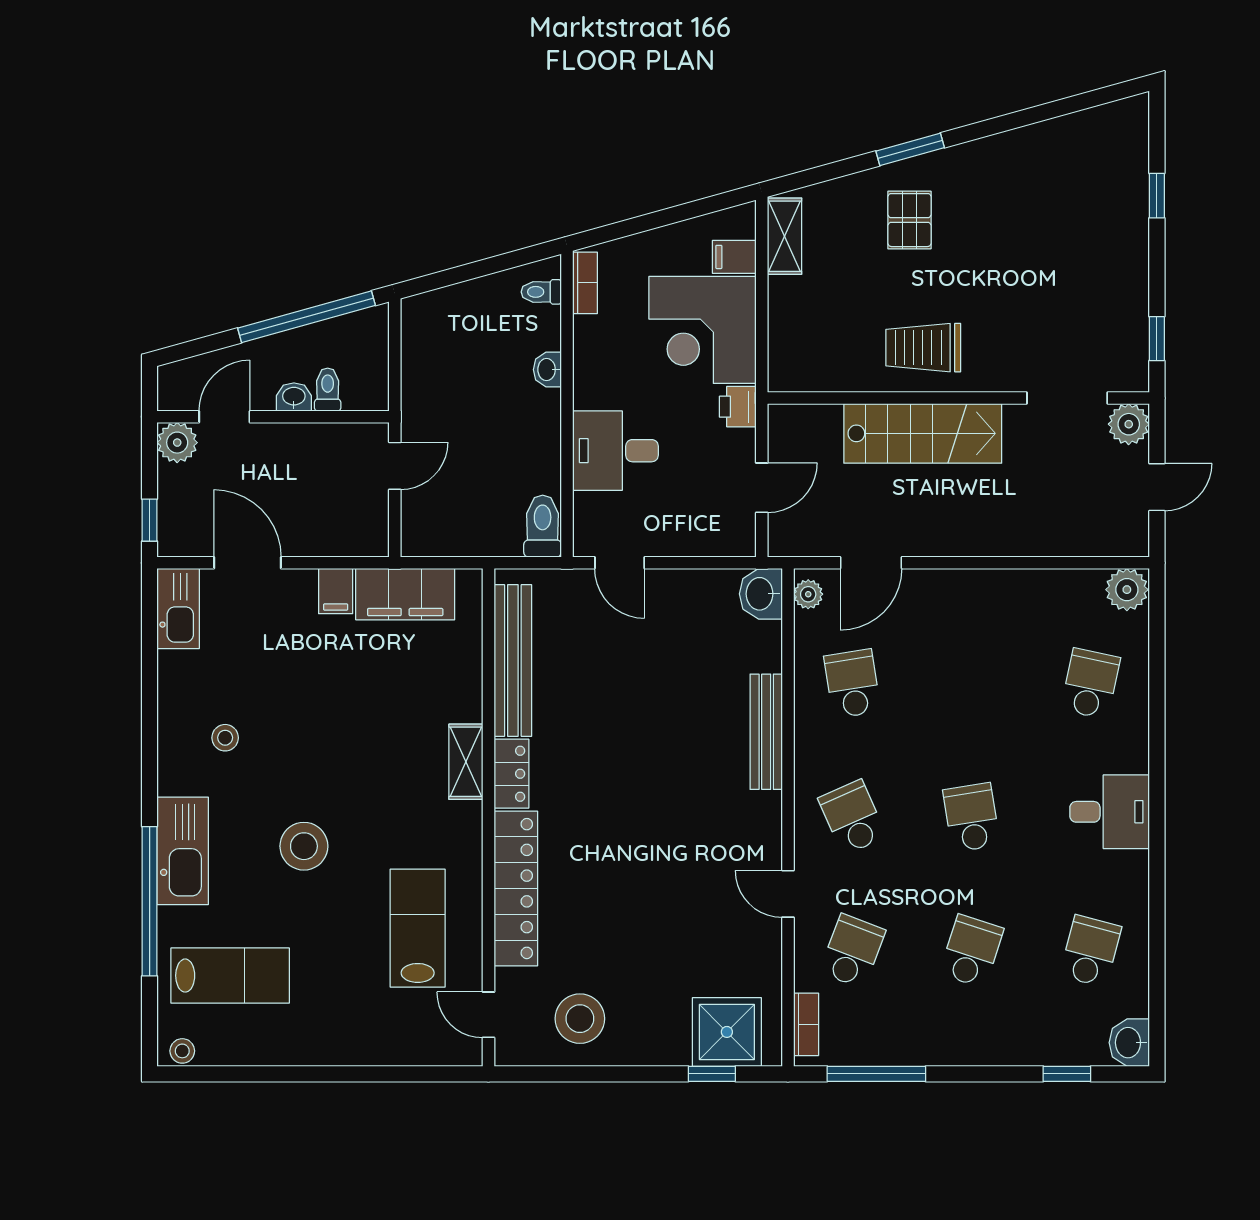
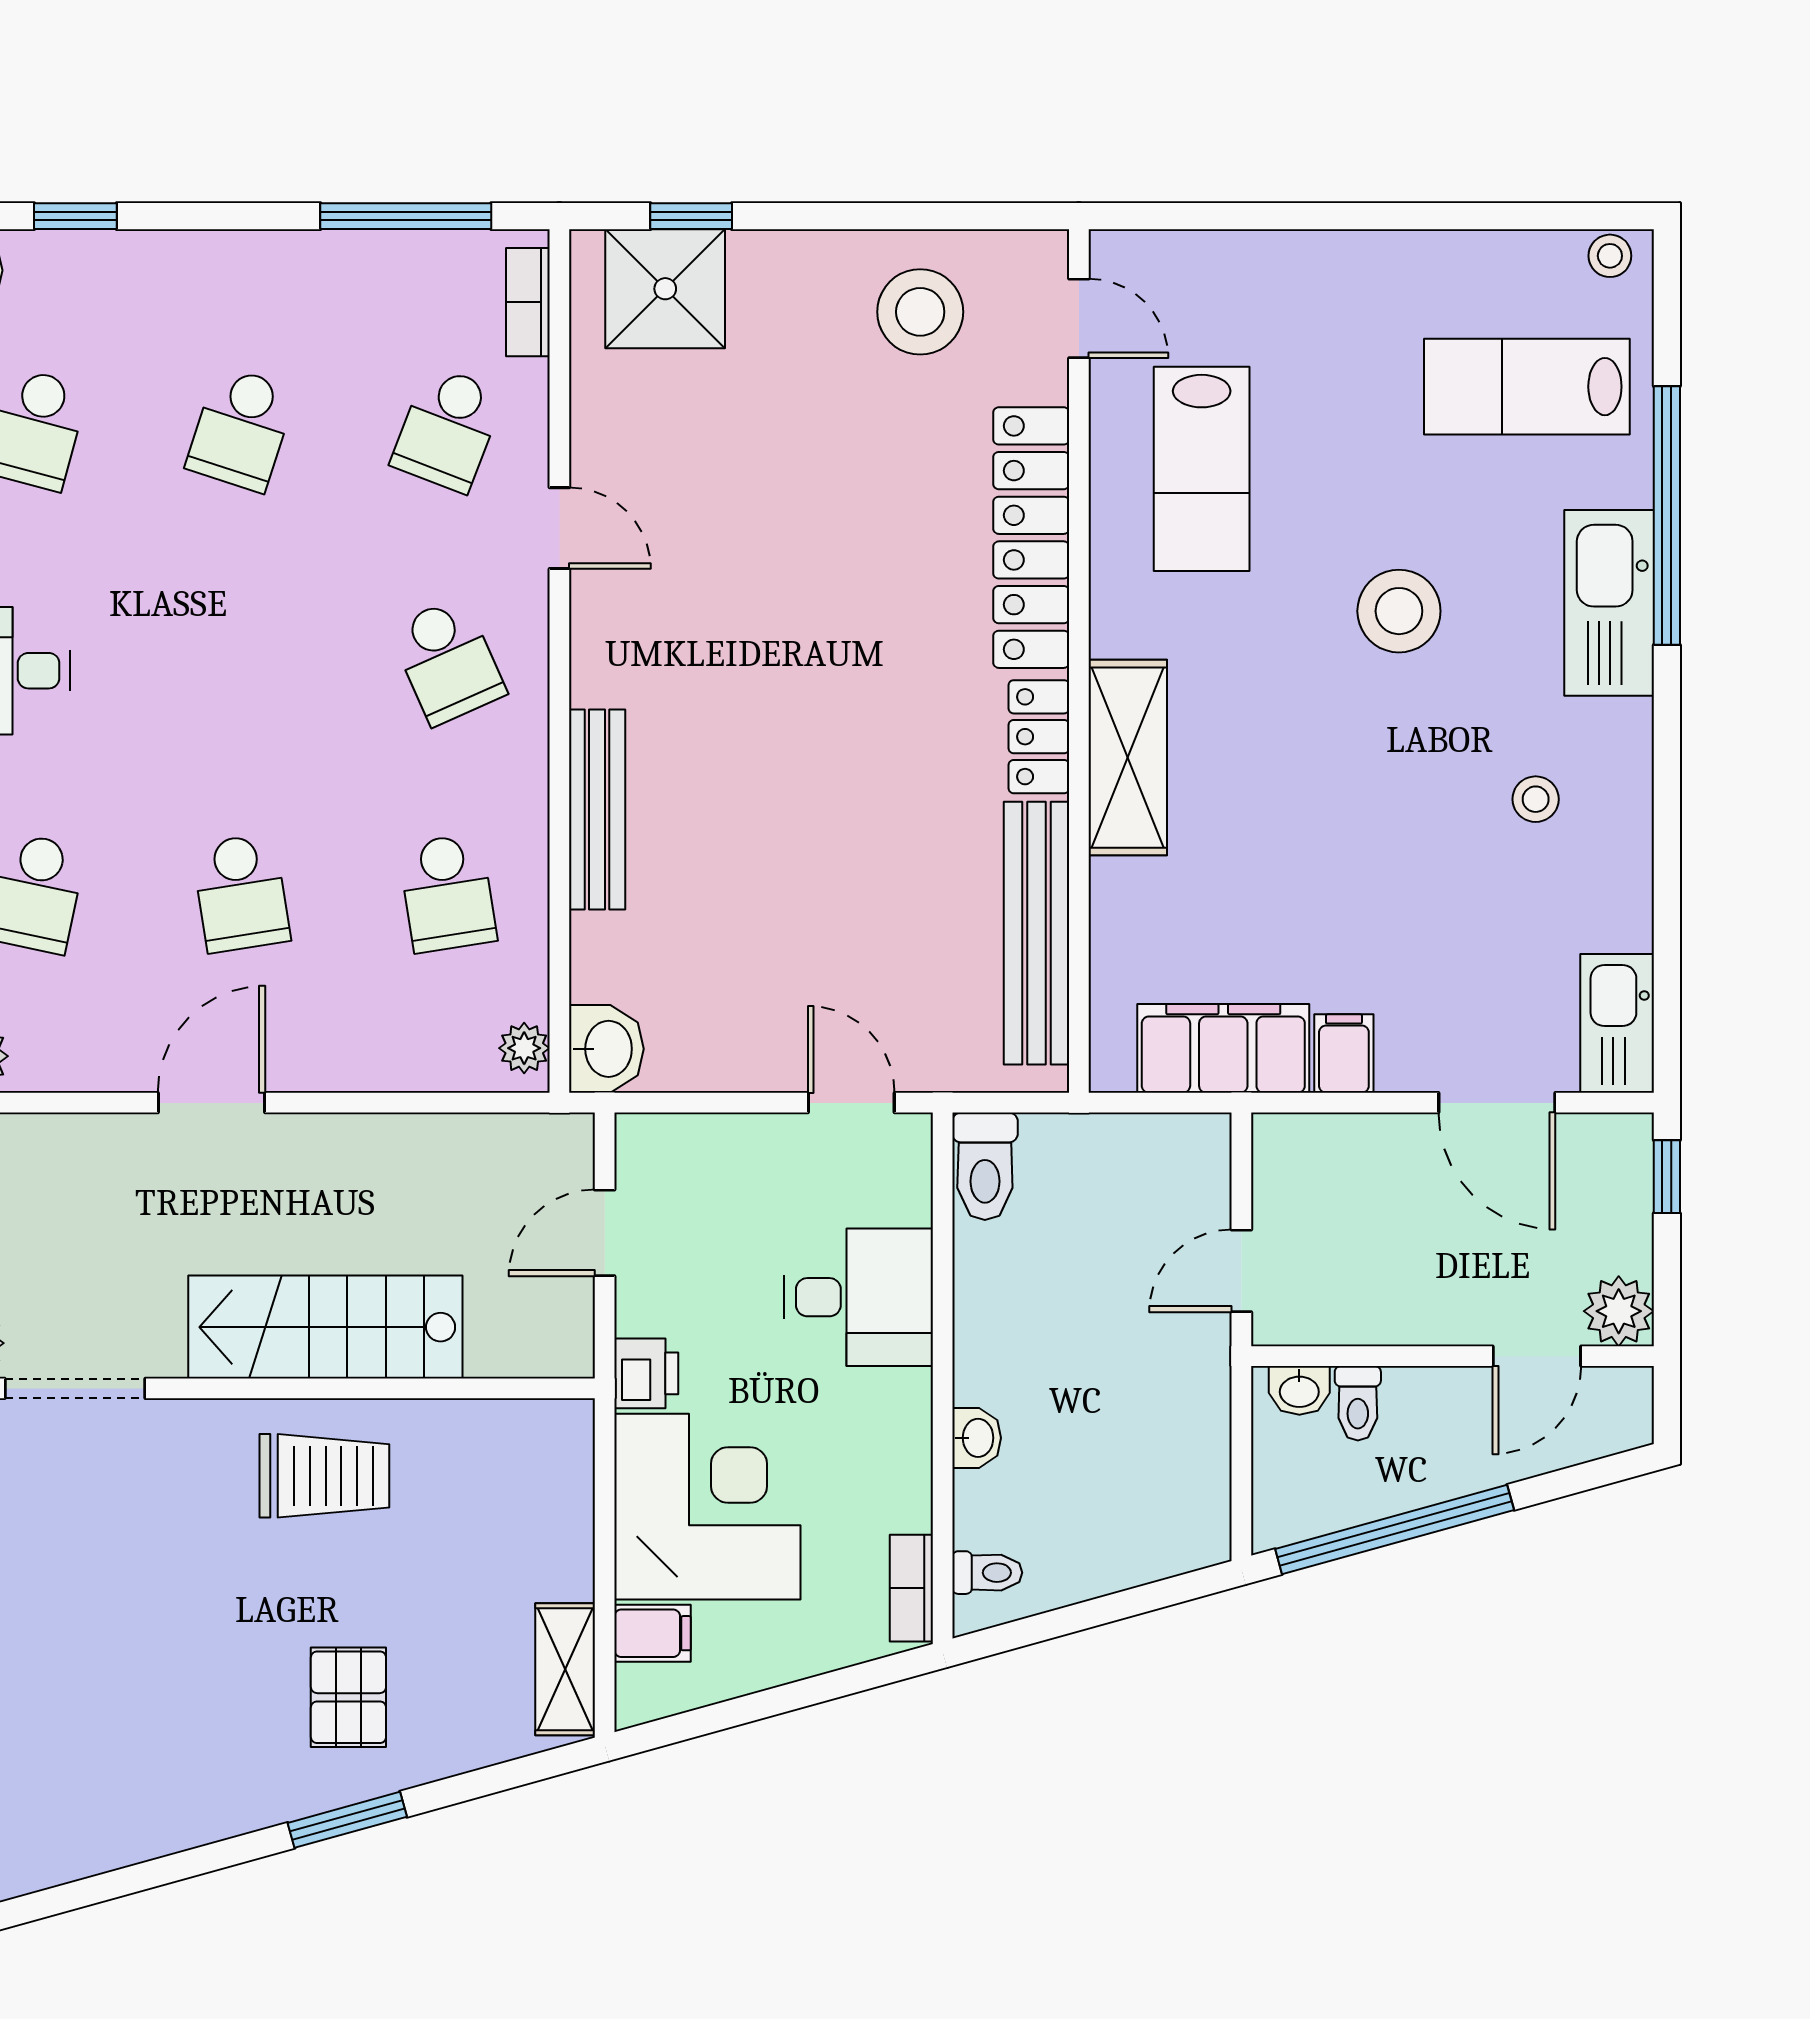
washbasin: (294, 397) -> (1299, 1390), moved
door: (871, 563) -> (211, 1103), moved
shelving: (466, 762) -> (1128, 758), width x1.50, depth x1.33
school desk: (971, 817) -> (241, 893), moved

